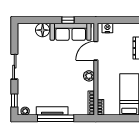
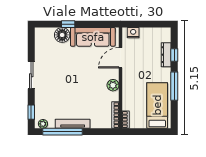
window: (68, 20) -> (68, 24), moved
window: (56, 118) -> (63, 132), moved

